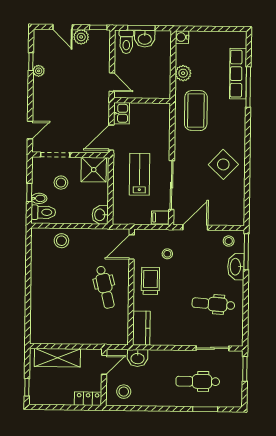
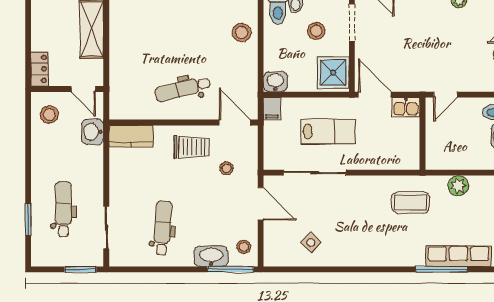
coffee table: (196, 111) -> (411, 203), width x0.73, depth x0.76
side table: (223, 164) -> (311, 243), moved, width x0.54, depth x0.54
filing cabinet: (160, 217) -> (272, 109), moved, turned 180

